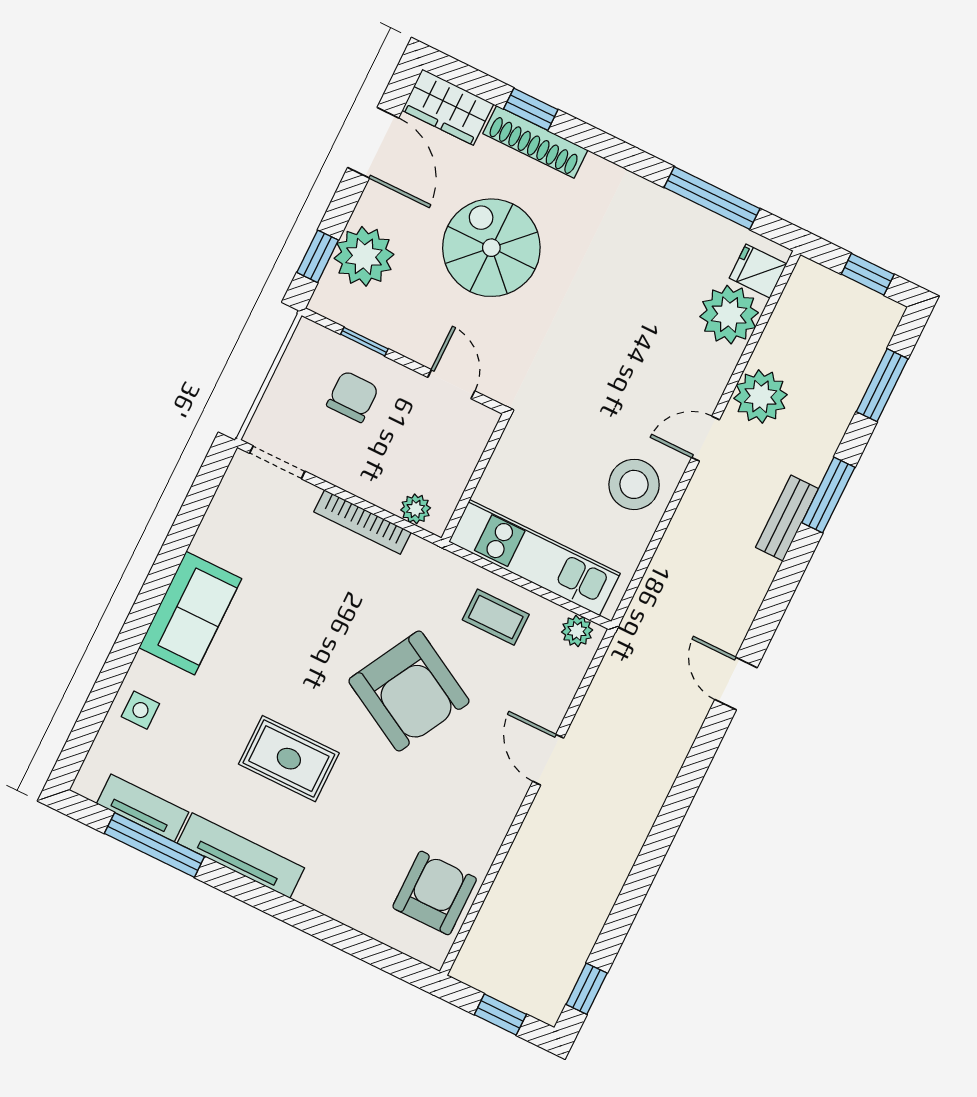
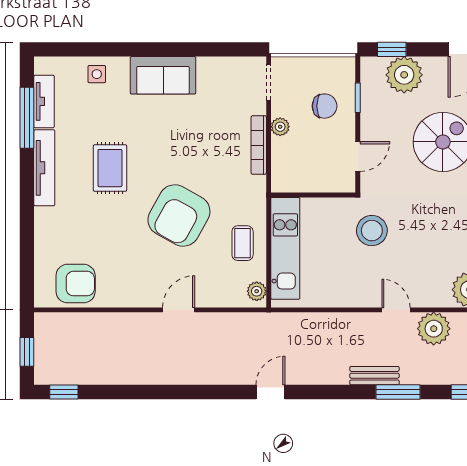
stool: (634, 484) -> (372, 231), moved
plant: (416, 509) -> (280, 127), moved

